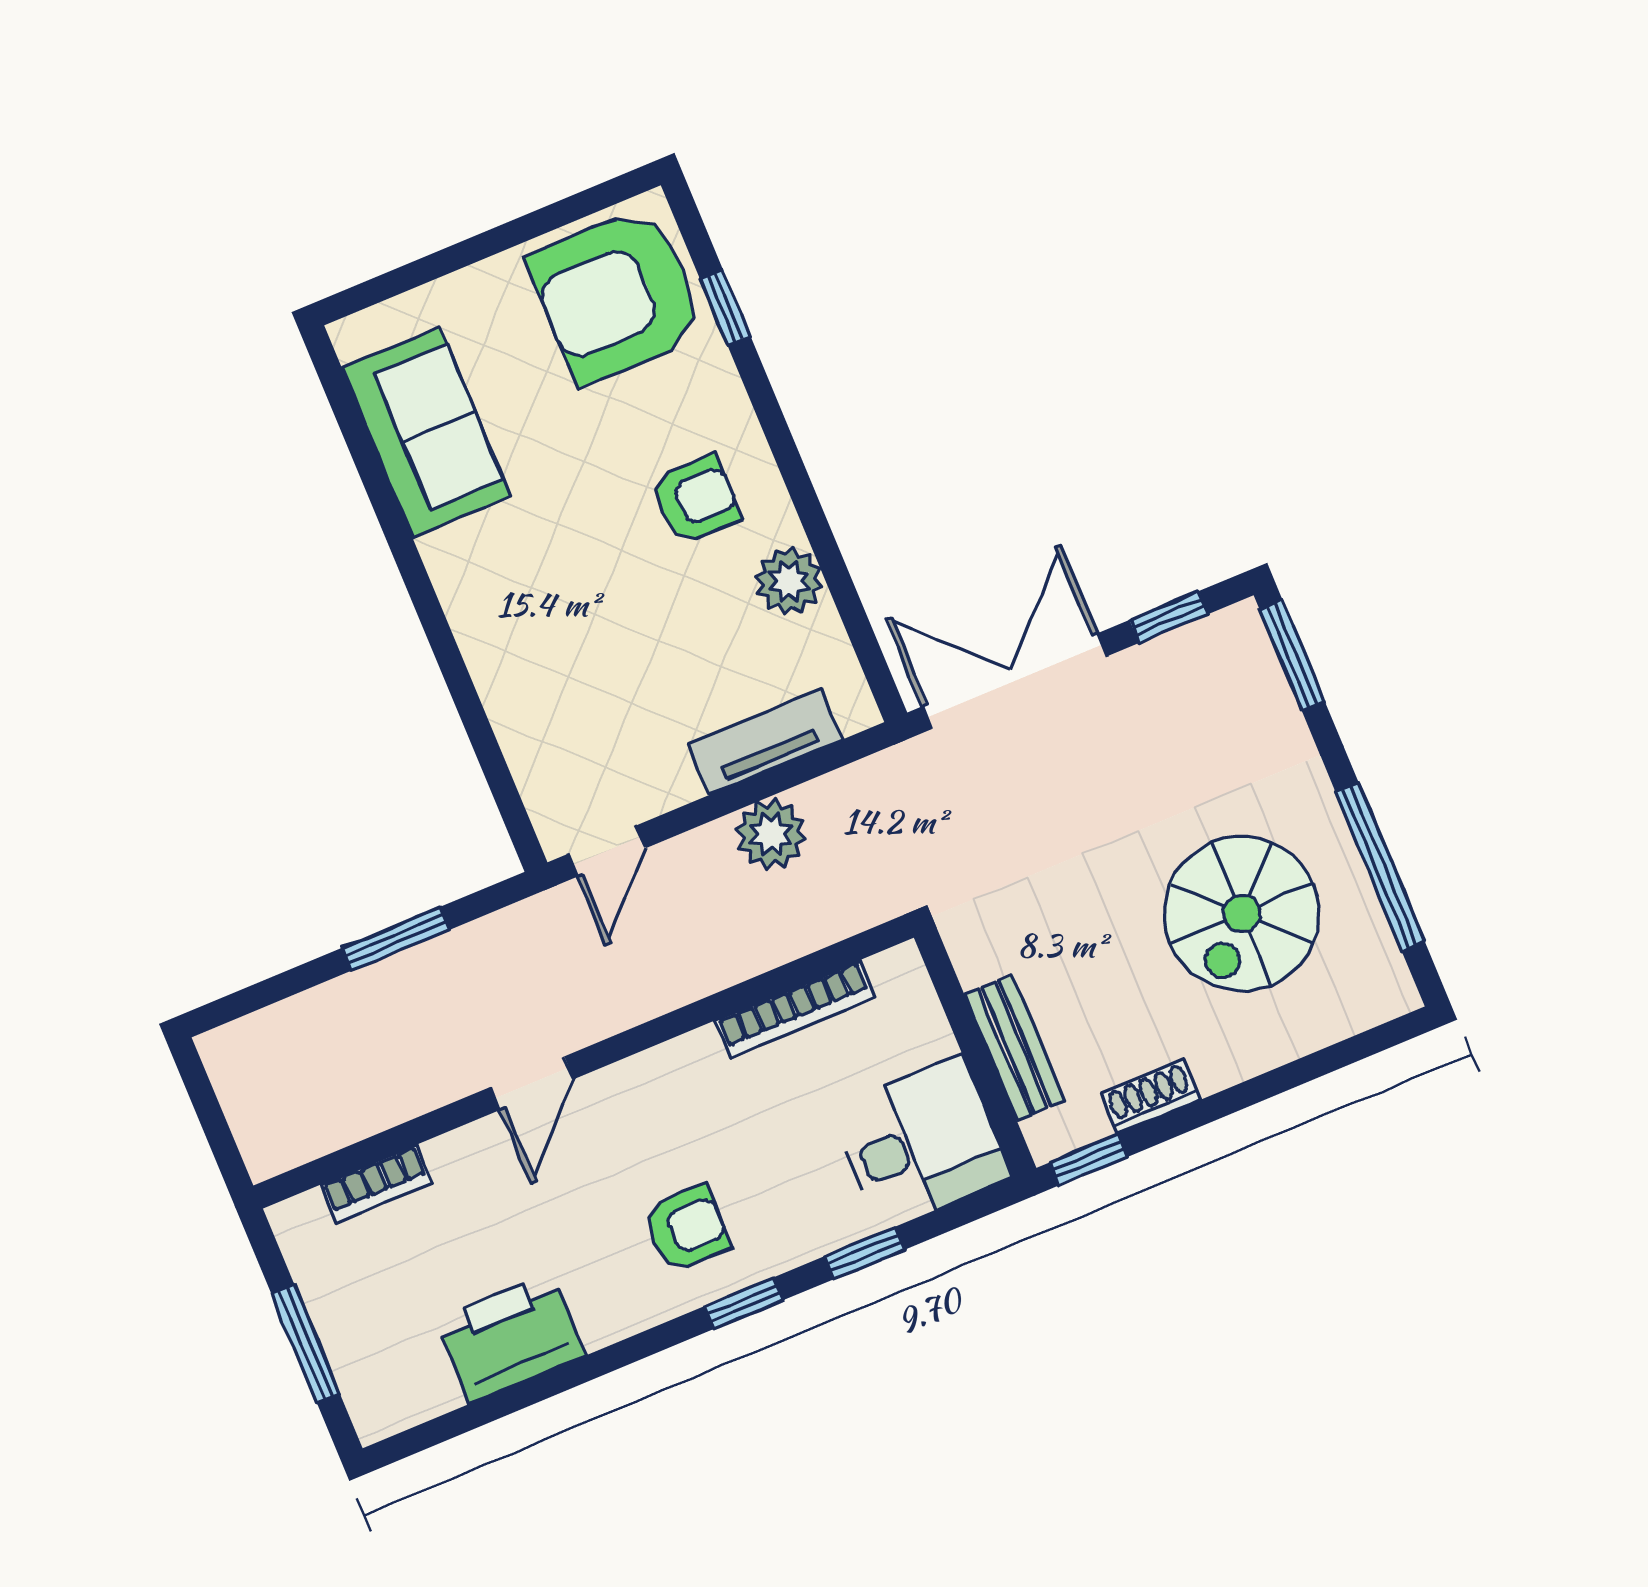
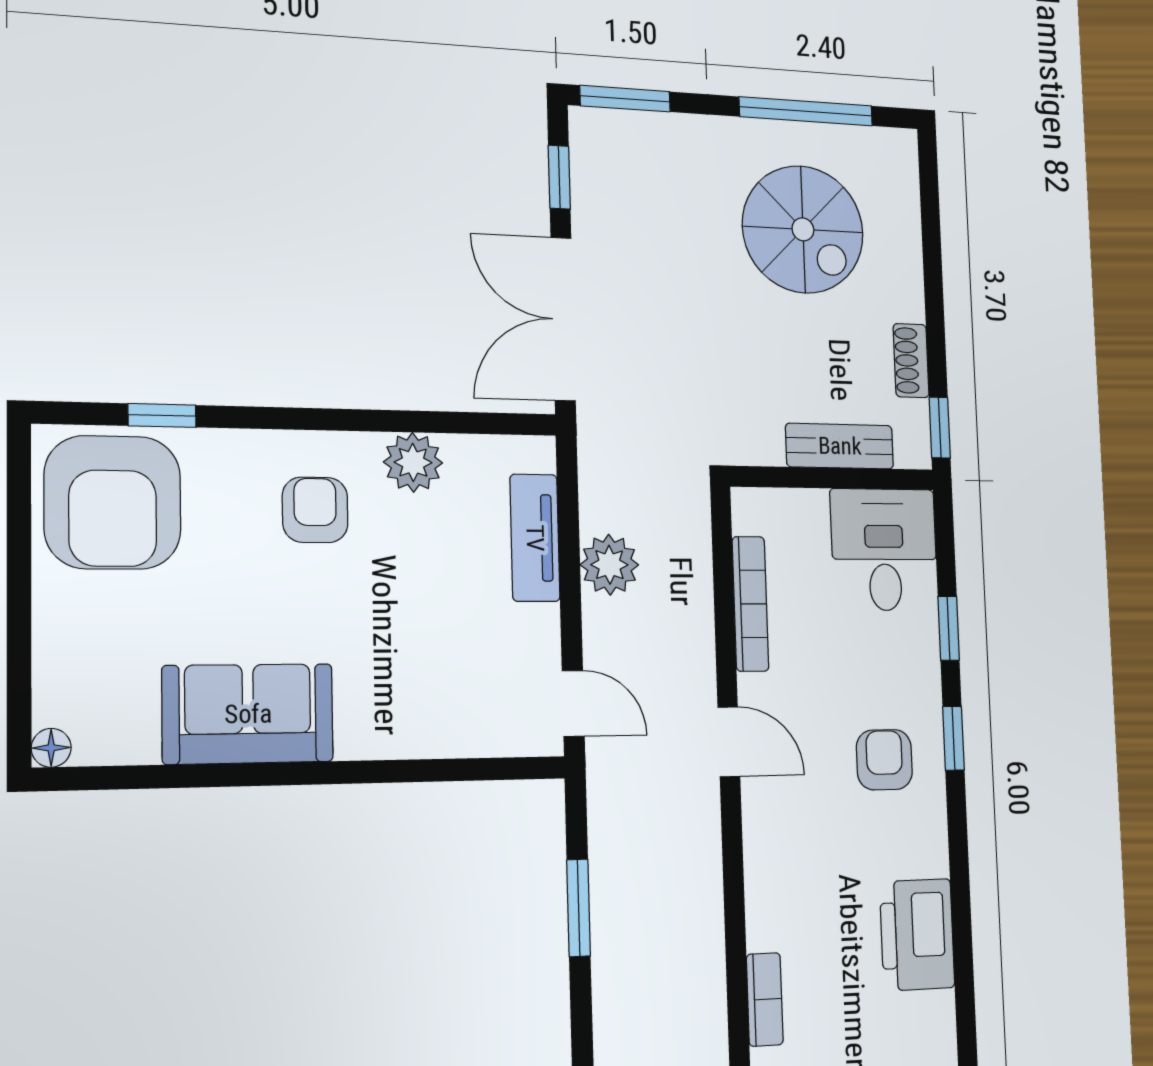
floor lamp: (351, 336) -> (51, 748), added
sofa: (426, 432) -> (248, 714), moved
door: (532, 1083) -> (729, 742), moved

